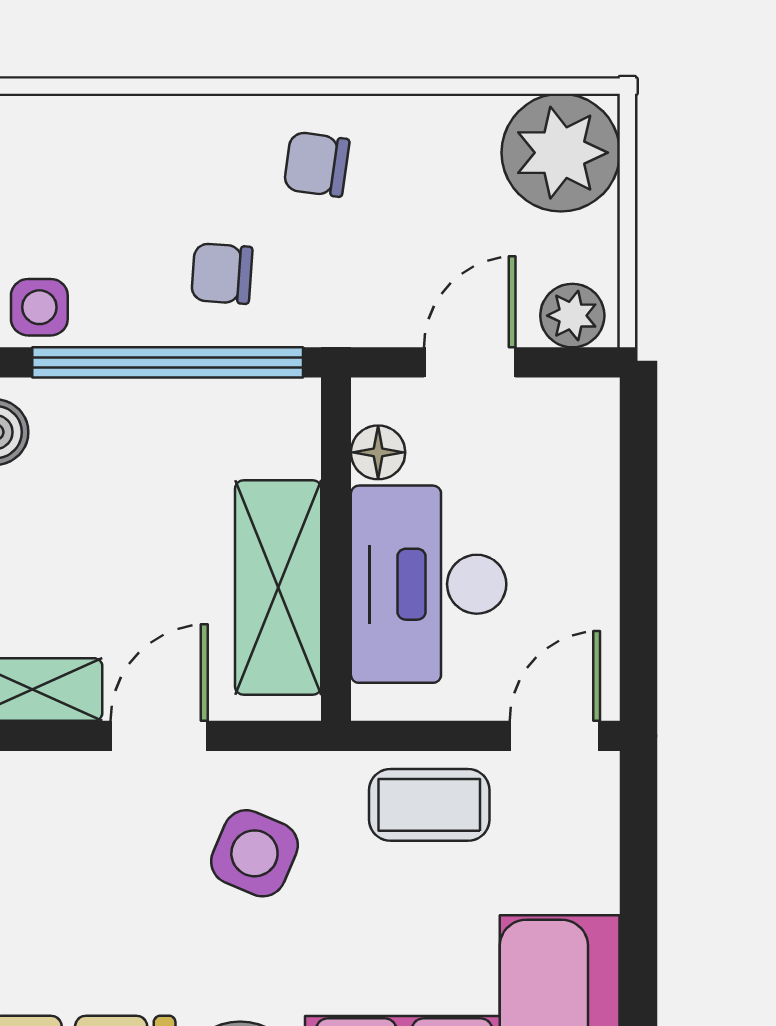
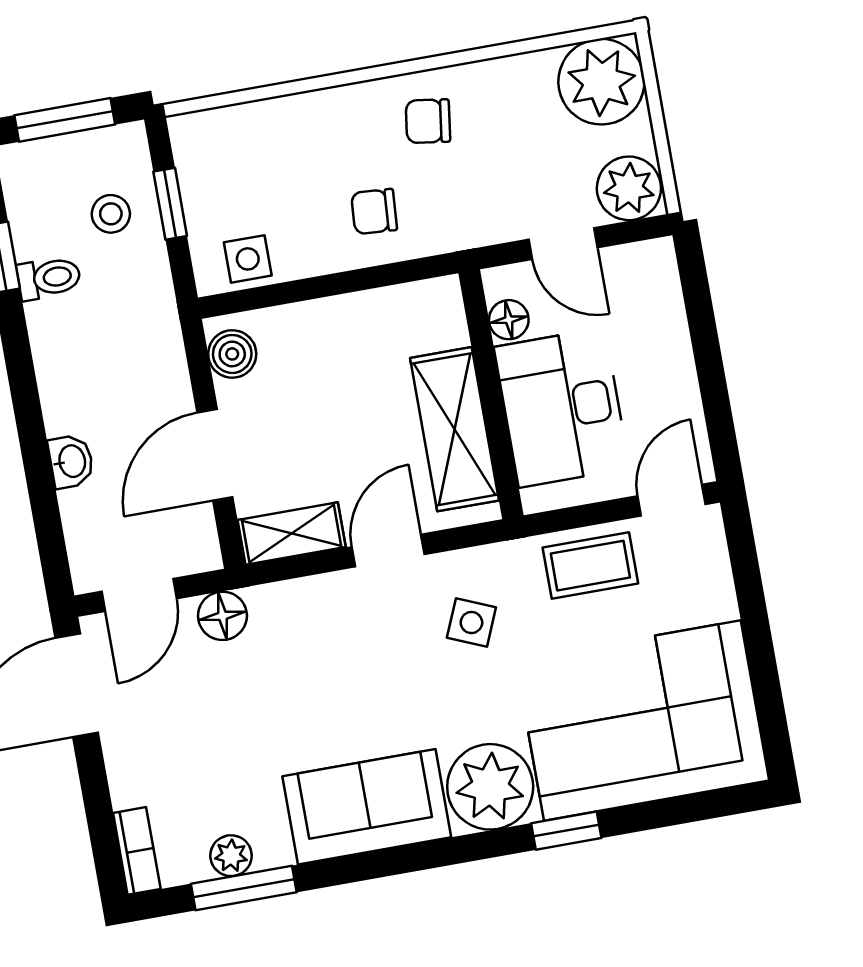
plant: (572, 316) -> (629, 188), width x1.38, depth x1.38
window: (168, 362) -> (347, 282), removed
door: (470, 362) -> (563, 244), swing flipped
side table: (254, 853) -> (471, 622), width x0.73, depth x0.73

